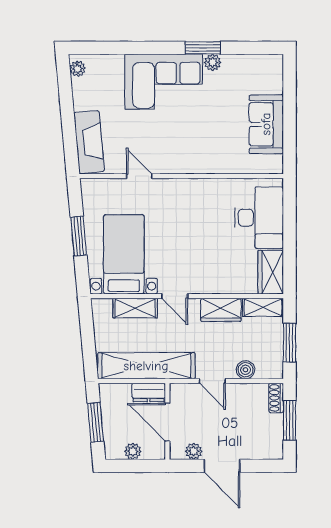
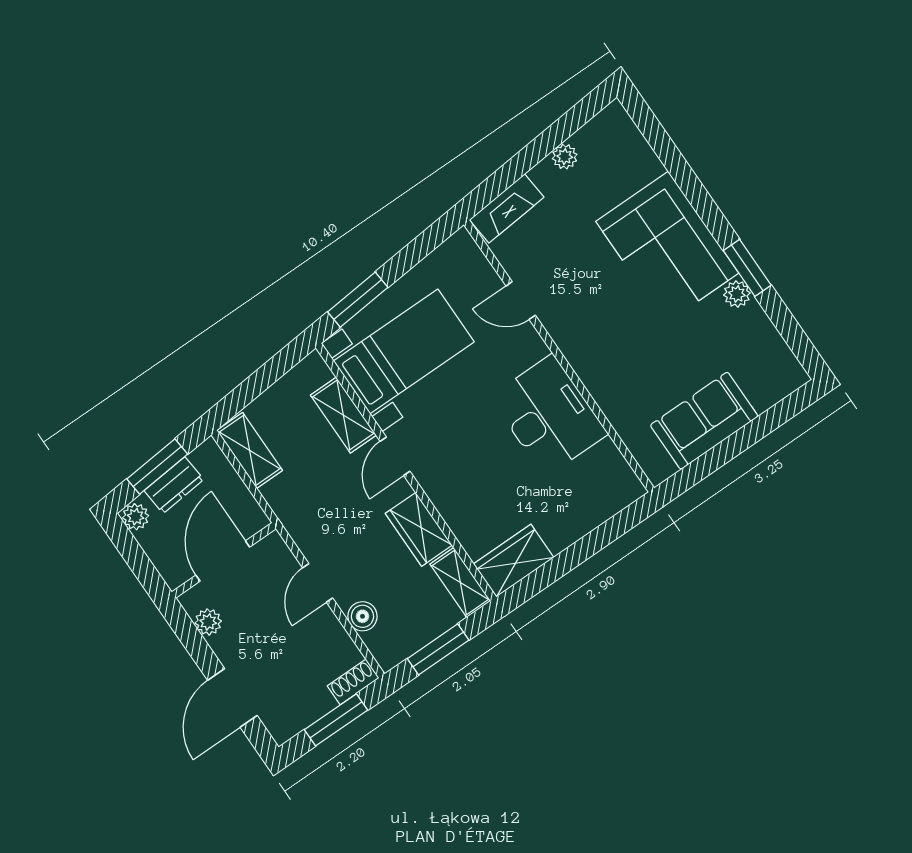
plant: (78, 69) -> (565, 157), moved
fireplace: (89, 142) -> (507, 208), width x0.73, depth x0.76
door: (139, 176) -> (521, 301), swing flipped
desk: (259, 218) -> (549, 415), moved, turned -90
window: (79, 236) -> (358, 300), moved
shelving: (146, 366) -> (250, 450), width x0.45, depth x0.75
dresser: (149, 392) -> (174, 485), moved, turned -95
plant: (133, 451) -> (136, 517), moved
door: (222, 466) -> (232, 698), moved

